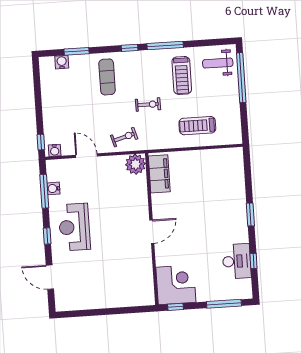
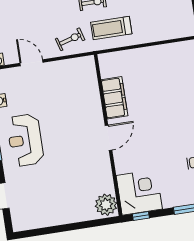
treadmill: (197, 126) -> (111, 28), moved
plant: (136, 164) -> (106, 205), moved
filing cabinet: (159, 174) -> (114, 98), moved

